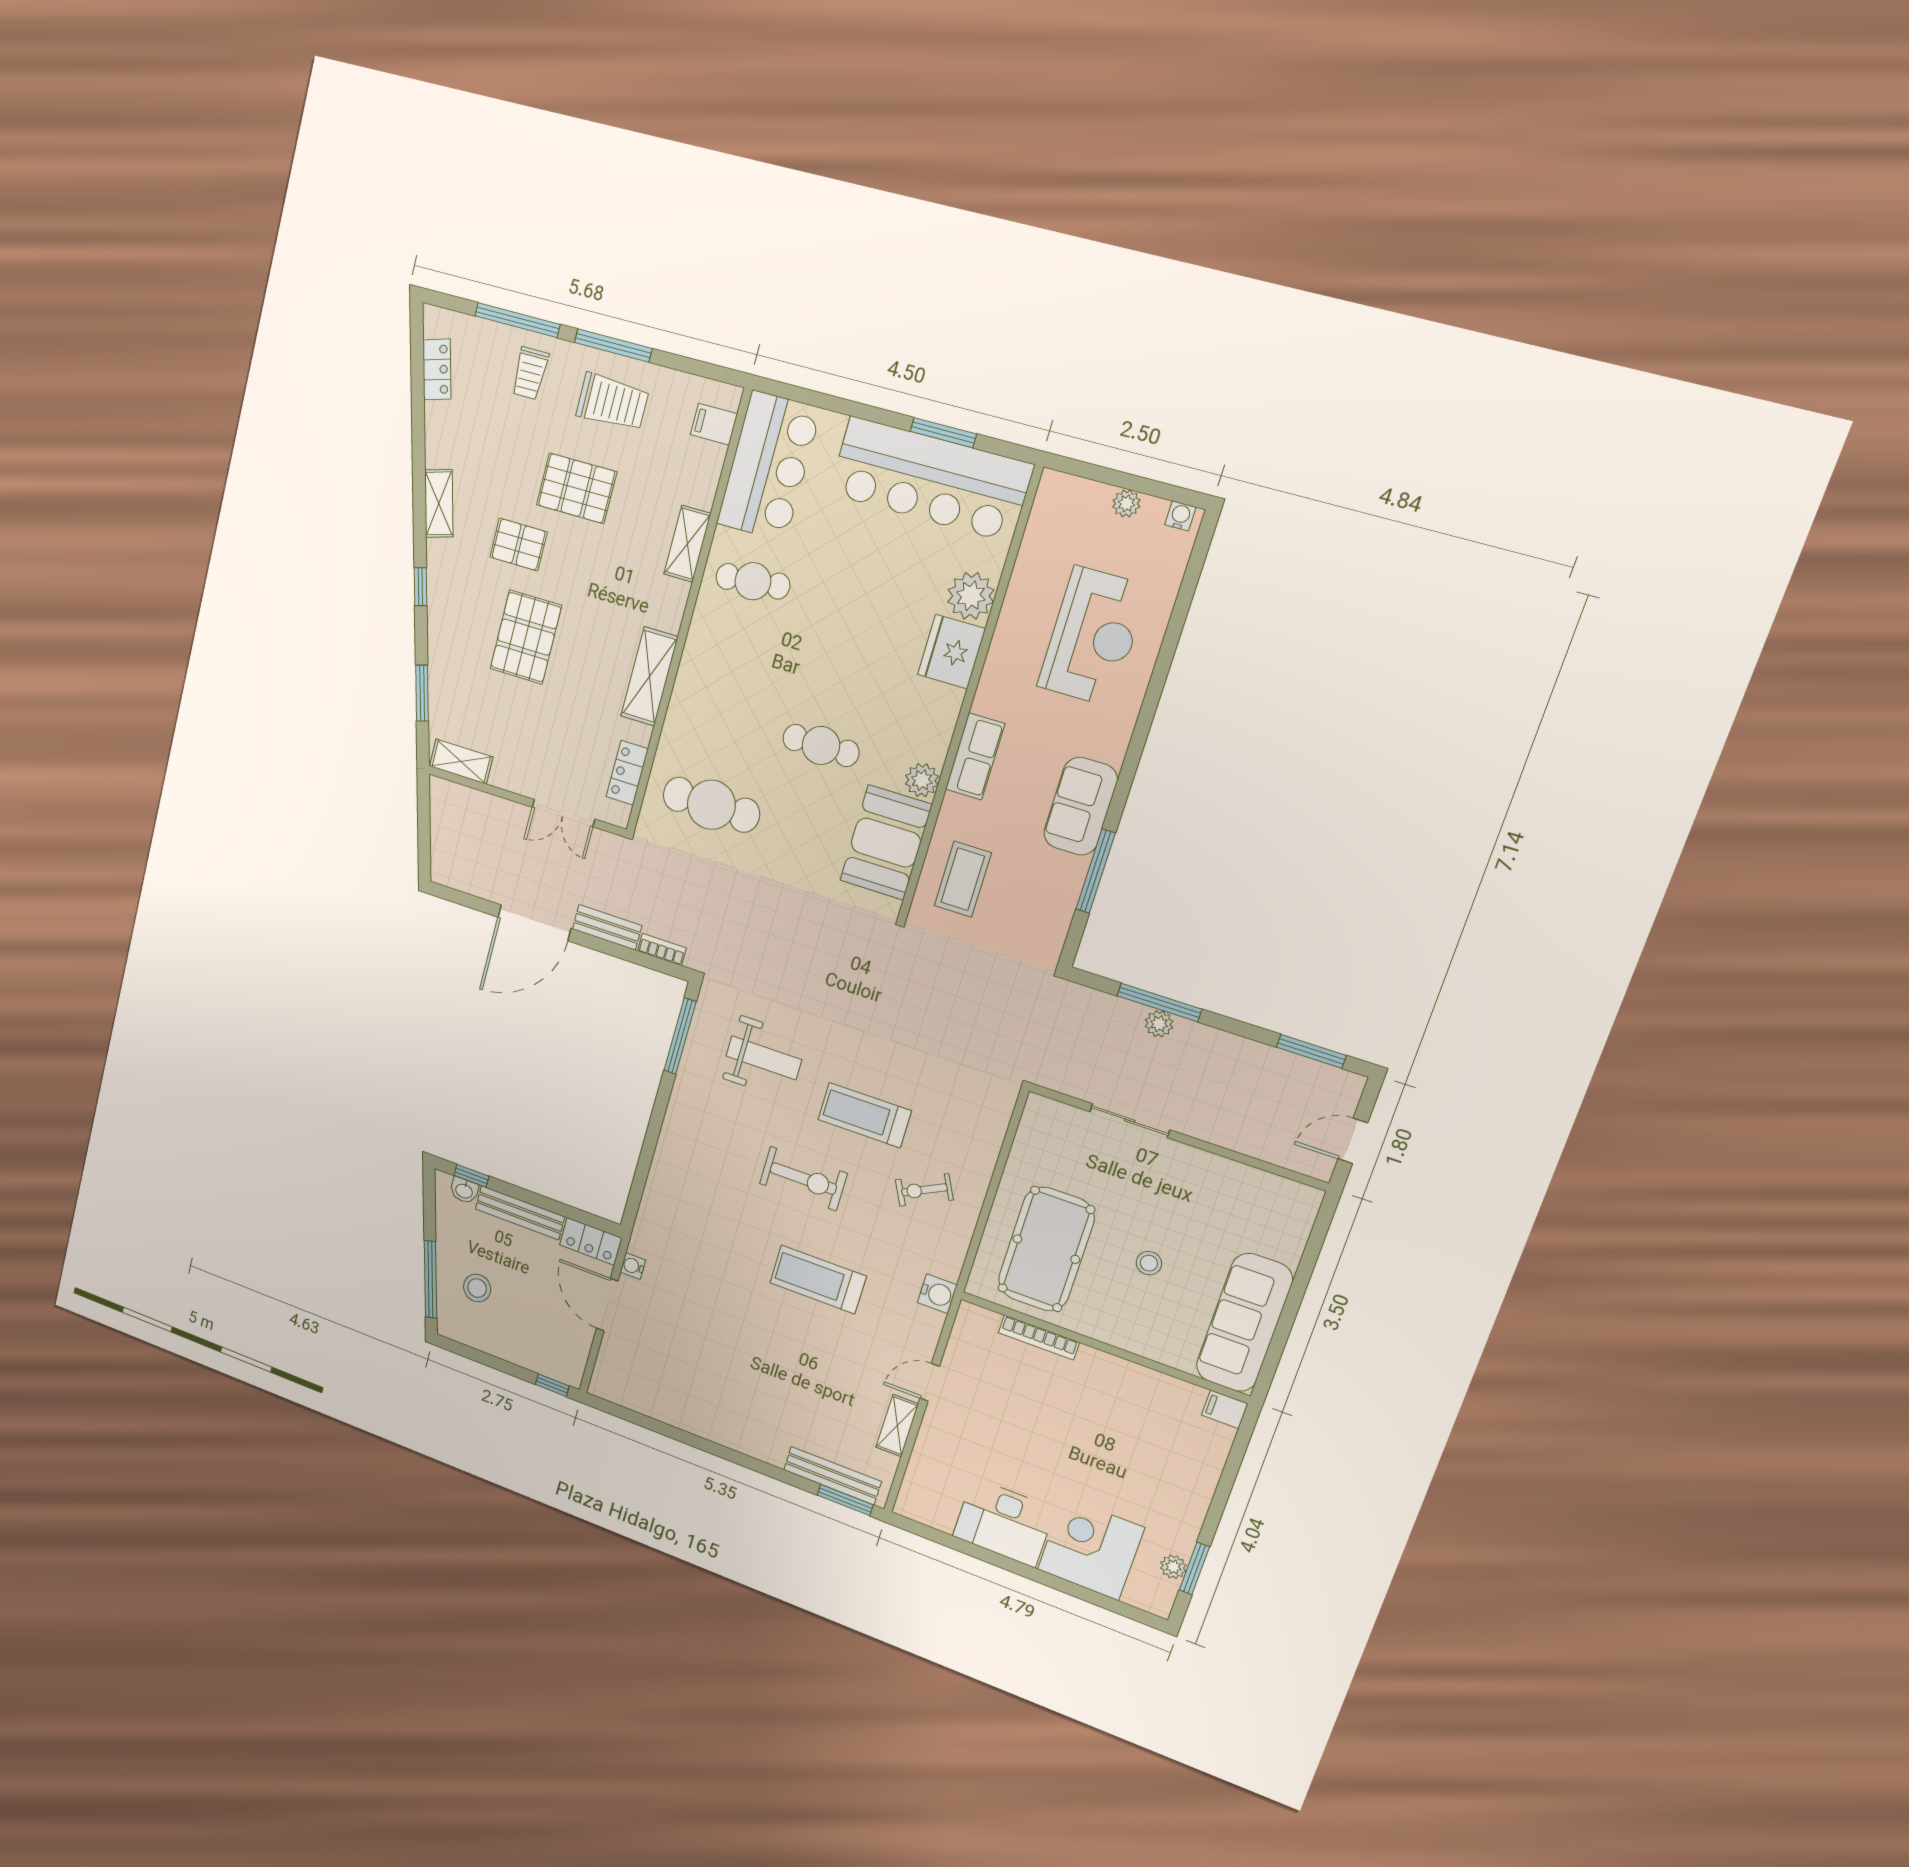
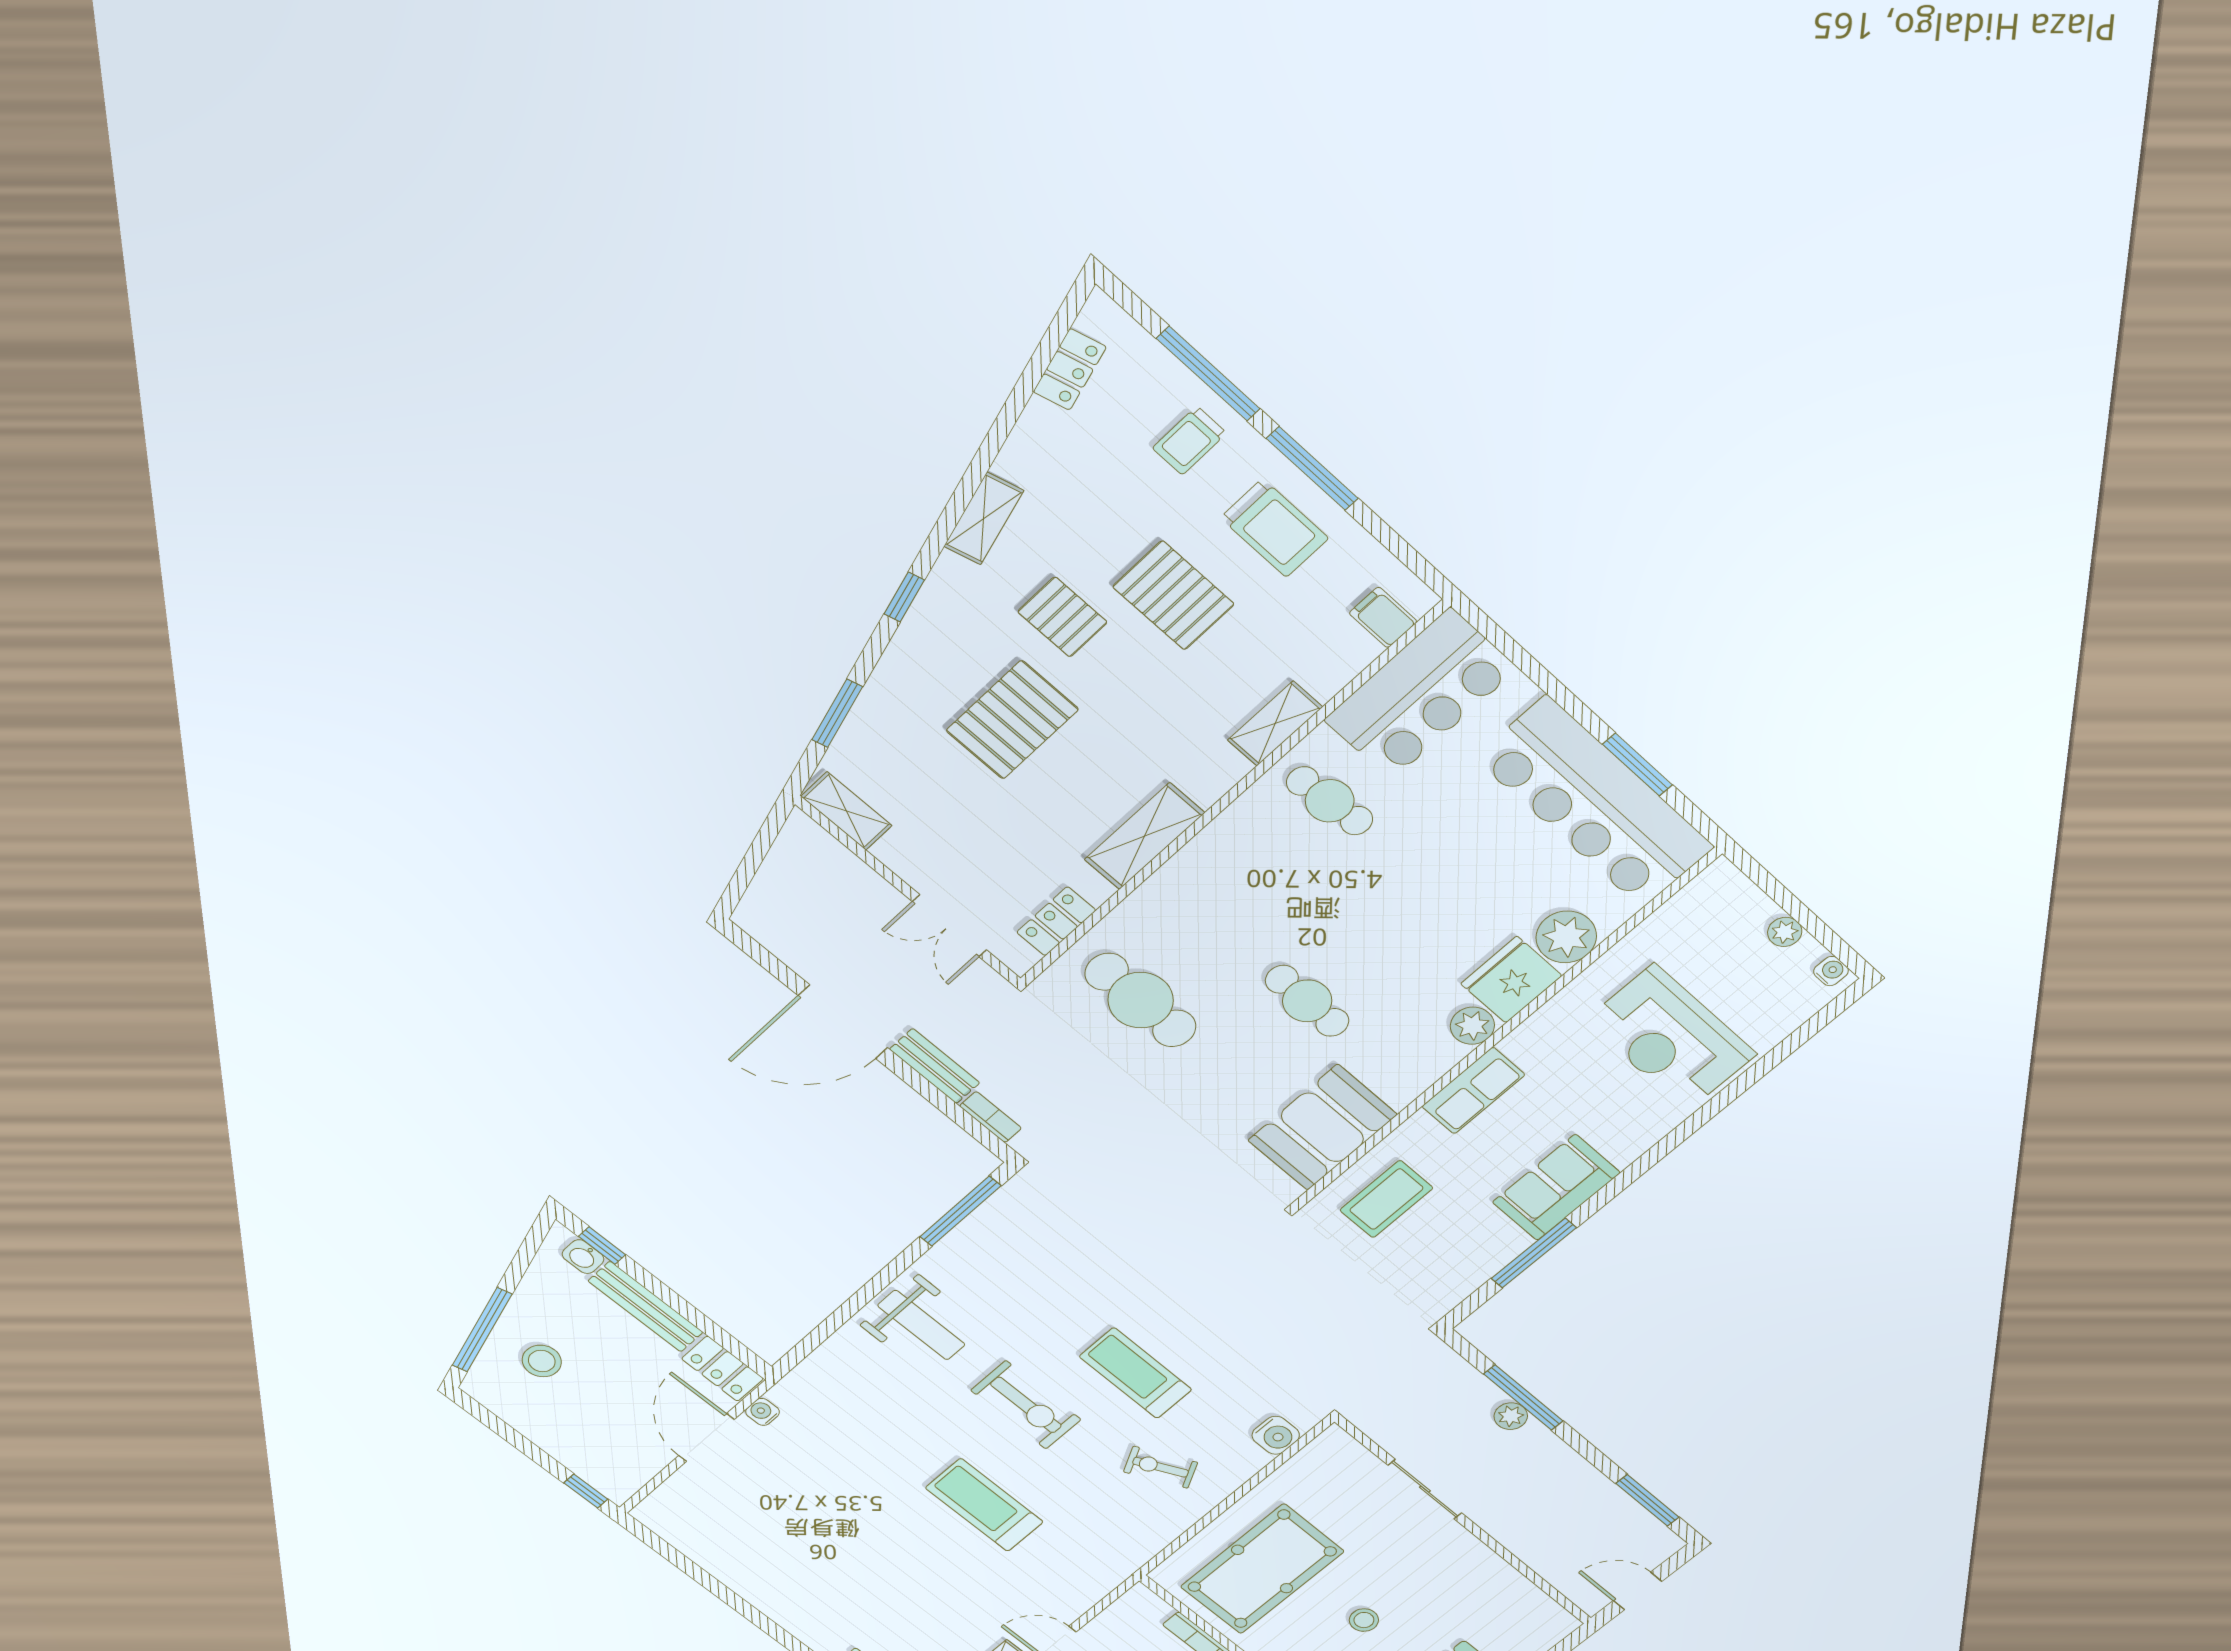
reception desk: (1093, 636) -> (1671, 1038), turned 90
plant: (922, 780) -> (1472, 1026), moved
weight bench: (764, 1058) -> (921, 1325), moved
water cooler: (937, 1294) -> (1276, 1435), moved

